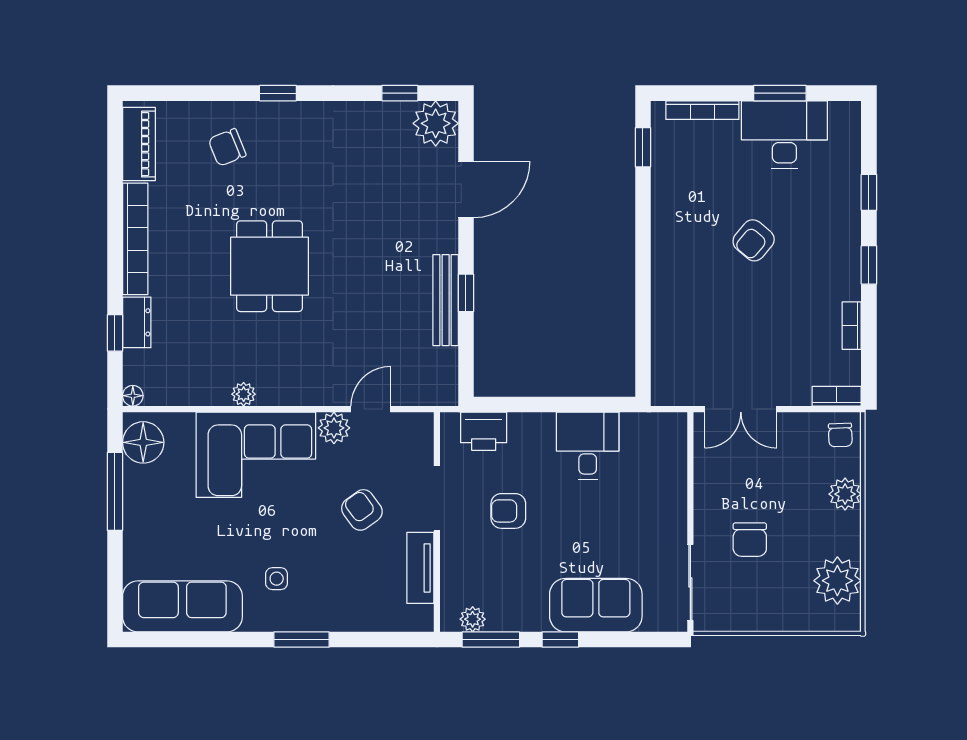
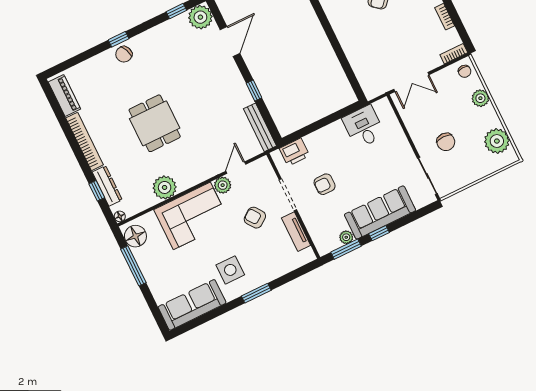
chair: (227, 147) -> (124, 54), moved
bench: (446, 300) -> (260, 127), moved
dresser: (137, 322) -> (107, 186), width x1.44
plant: (244, 394) -> (165, 187), width x1.88, depth x1.88
desk: (588, 446) -> (364, 127), moved
side table: (277, 579) -> (230, 270), width x1.87, depth x1.87
sofa: (596, 605) -> (380, 212), width x1.36
plant: (473, 619) -> (346, 237), moved

